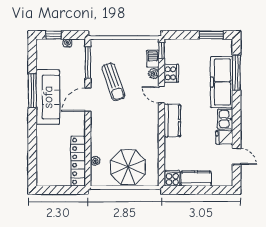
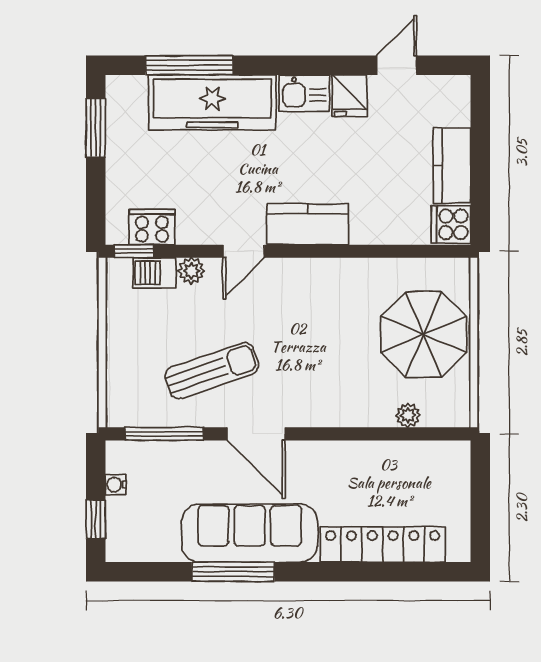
cooker: (171, 73) -> (152, 227), moved
locker: (78, 161) -> (383, 544), moved, turned 180

